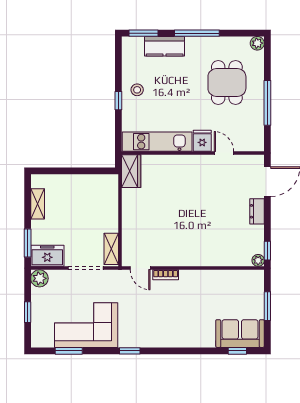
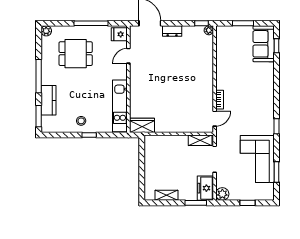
fridge: (202, 141) -> (119, 34), moved

